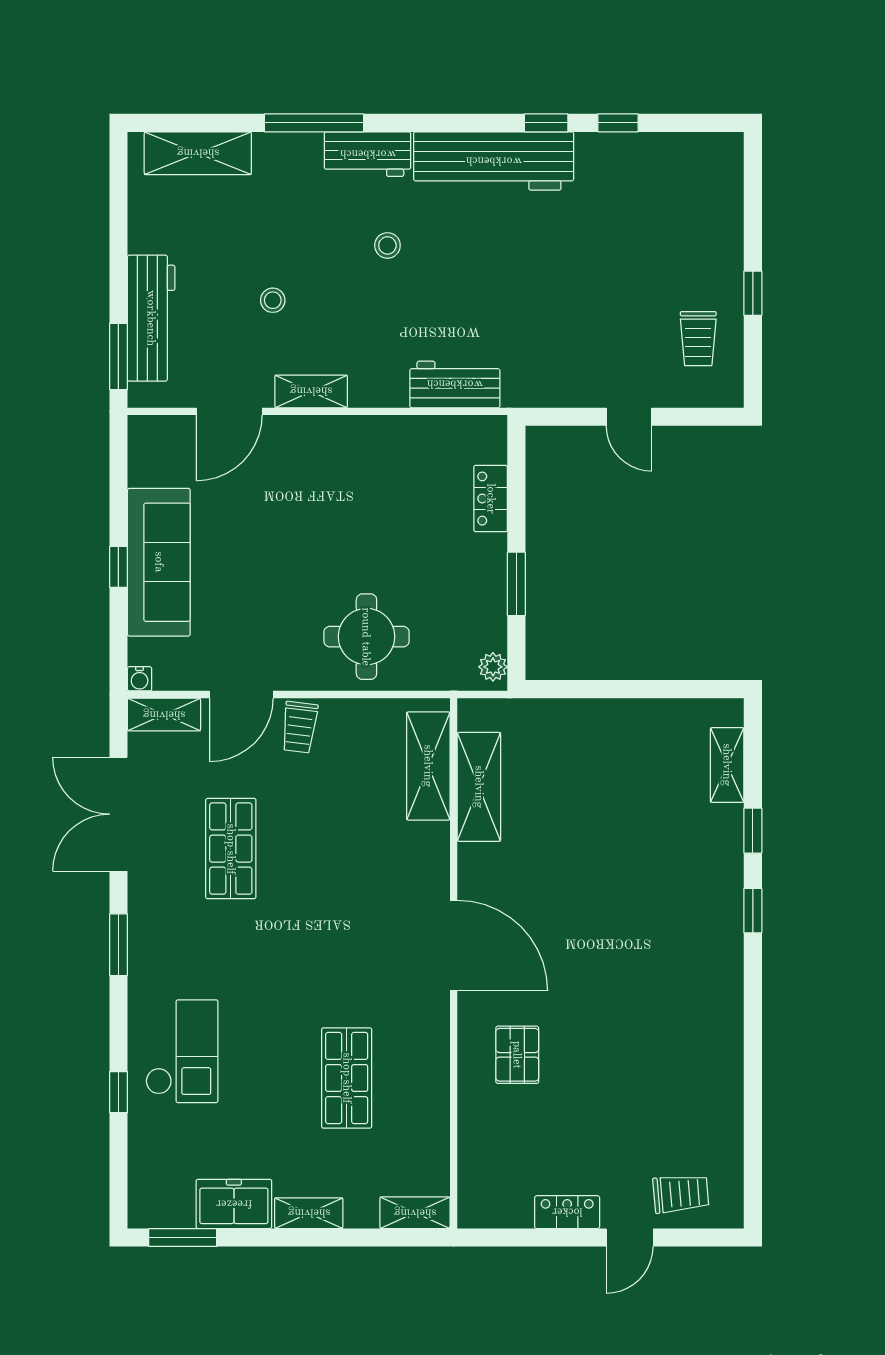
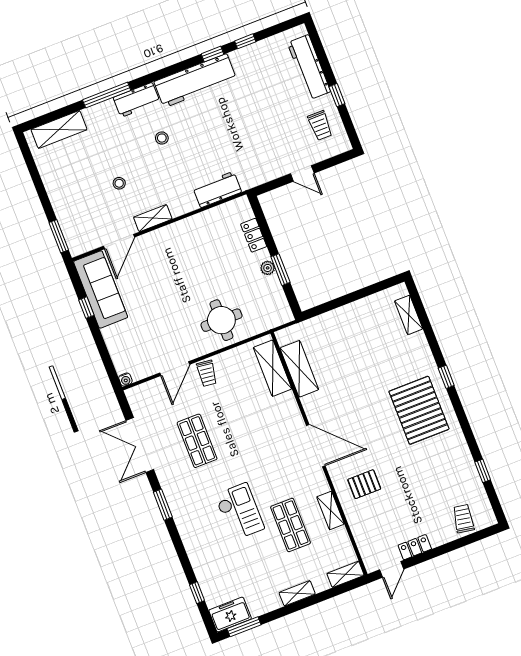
workbench: (151, 318) -> (309, 67), moved, turned 180
sofa: (159, 562) -> (101, 289), moved
window: (118, 567) -> (86, 308), moved
plant: (493, 667) -> (268, 268), moved
shelving: (164, 715) -> (330, 510), moved, turned 90
window: (753, 831) -> (483, 471), moved
pallet: (676, 954) -> (419, 410), added
checkout: (182, 1051) -> (239, 512), moved
pallet: (517, 1055) -> (364, 484), turned 90
window: (118, 1092) -> (197, 593), moved
trolley: (681, 1194) -> (463, 519), turned -75
freezer: (234, 1204) -> (230, 614), moved
door: (630, 1237) -> (392, 569), moved

